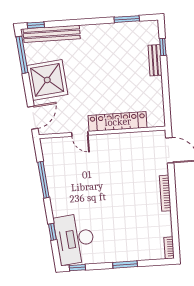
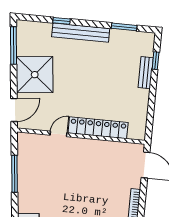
window: (36, 25) -> (62, 21), moved
bench: (52, 34) -> (81, 33), moved
door: (80, 134) -> (59, 134), swing flipped

